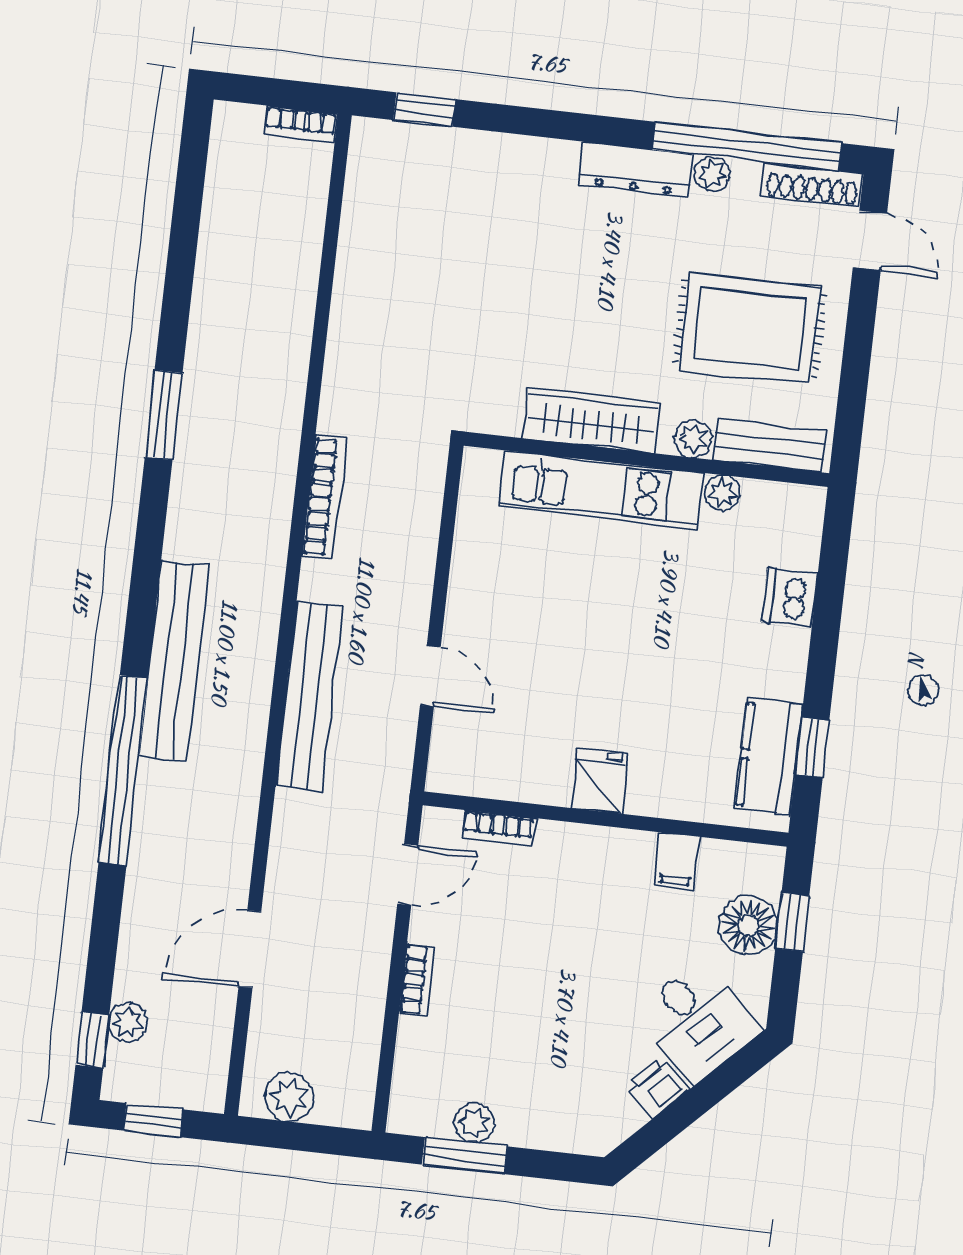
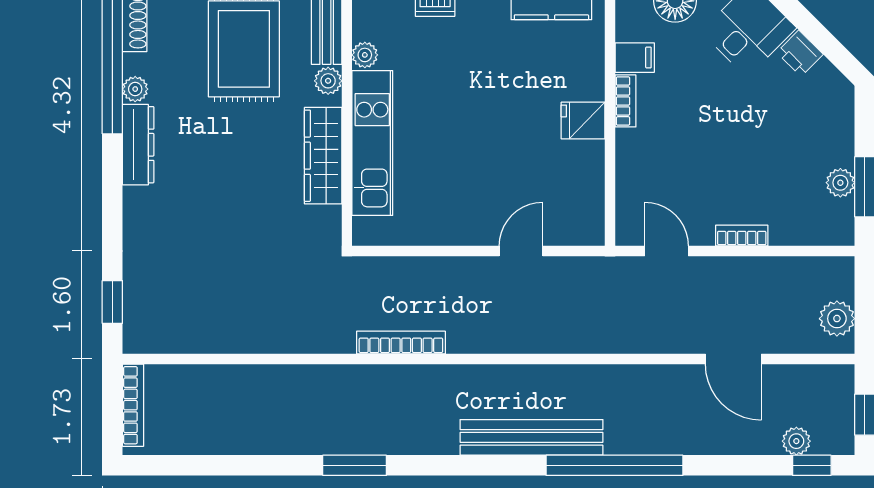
bookcase: (300, 124) -> (133, 405), width x1.56
bench: (309, 696) -> (546, 337), removed
bookcase: (498, 828) -> (625, 101), moved

